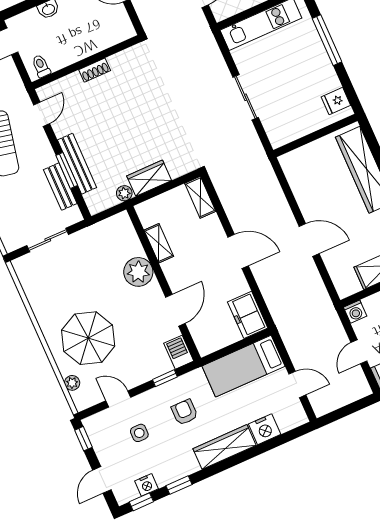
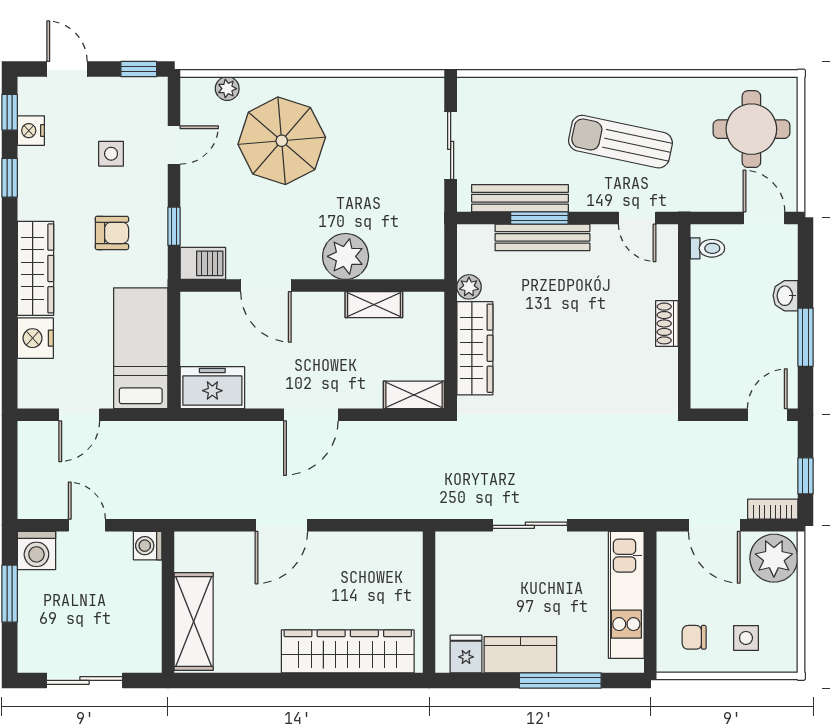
kitchen counter: (322, 70) -> (520, 655), added
wardrobe: (149, 178) -> (475, 348), width x1.50
bench: (60, 187) -> (520, 198), width x1.36

